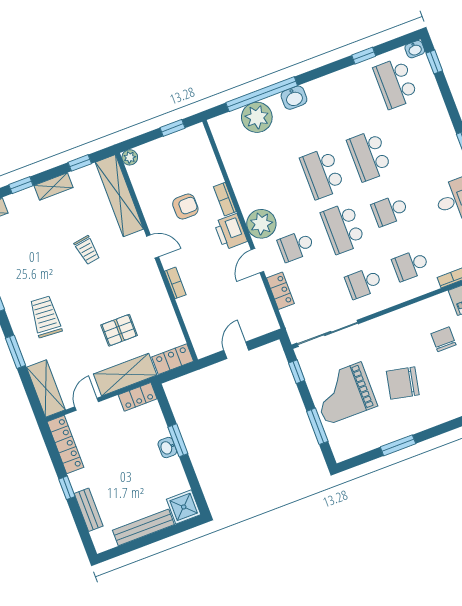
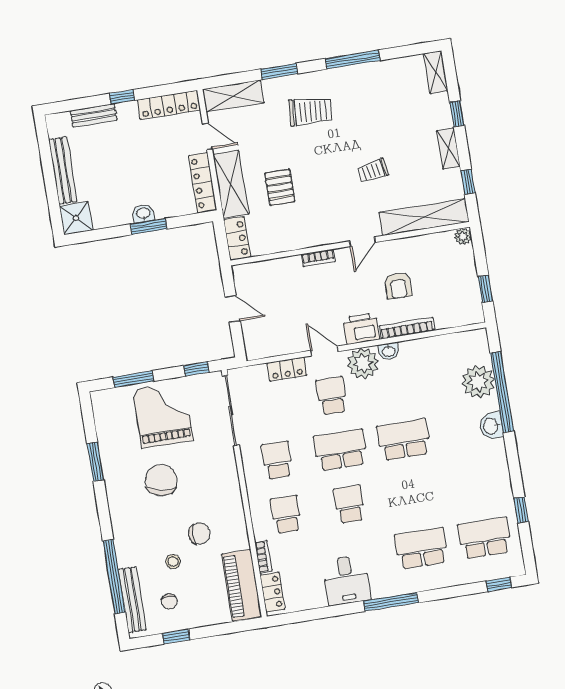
washbasin: (415, 49) -> (389, 351), moved, turned -90
school desk: (369, 156) -> (421, 548), moved
bookcase: (225, 199) -> (407, 328), width x1.56
locker: (138, 397) -> (203, 183), width x1.53

